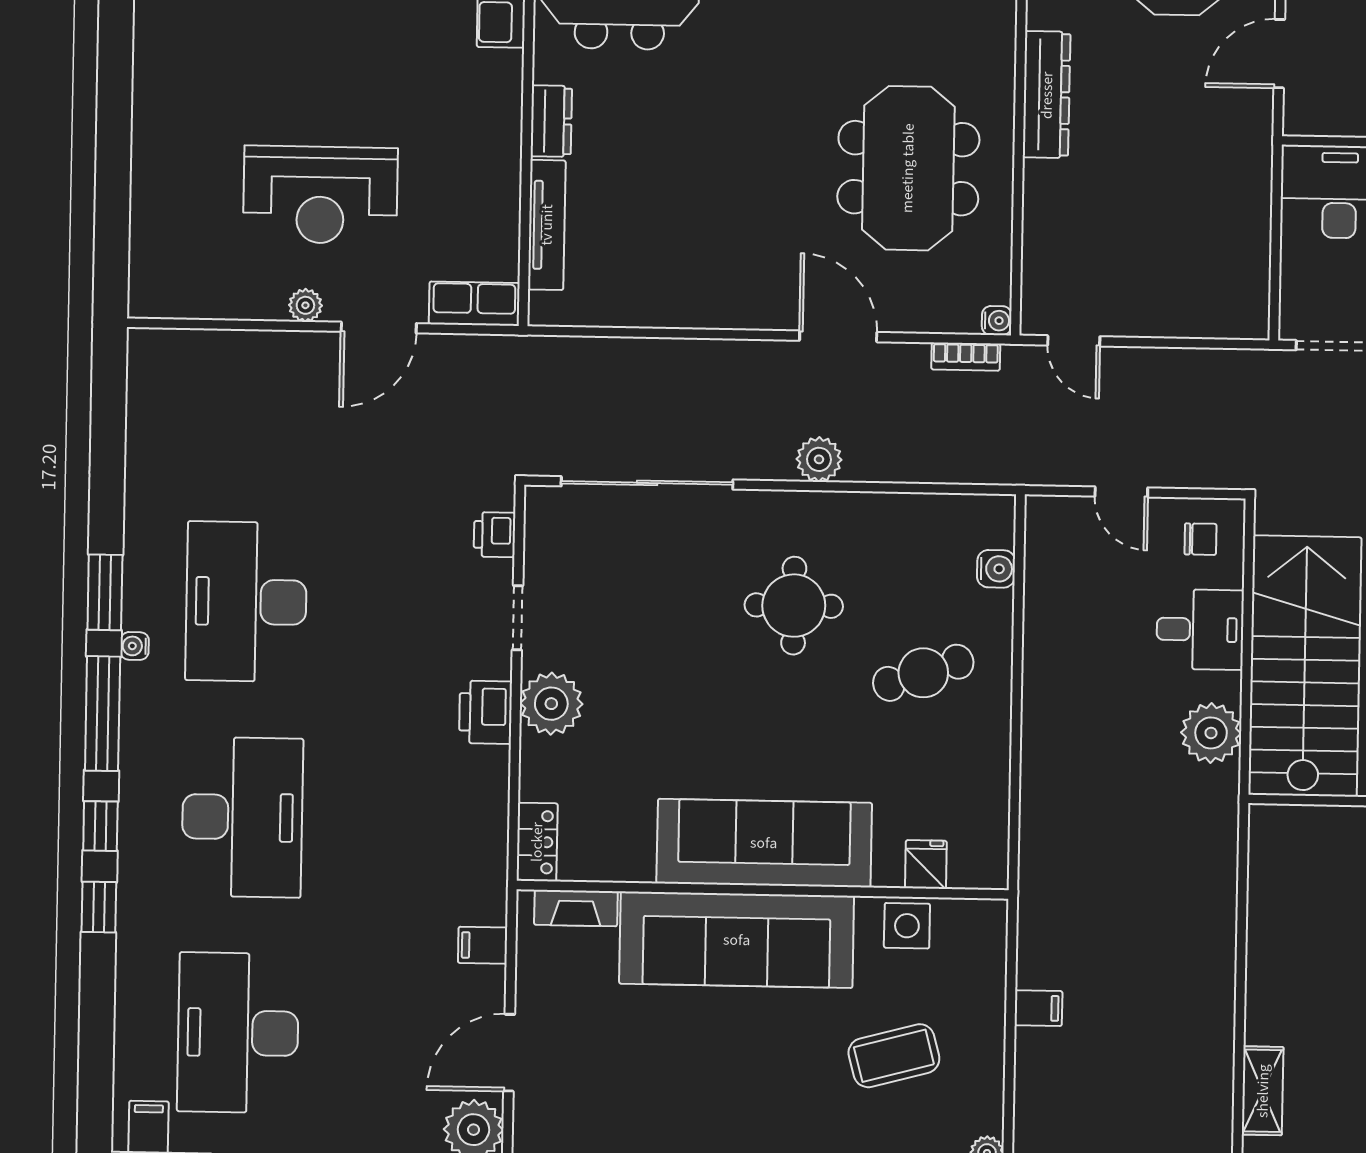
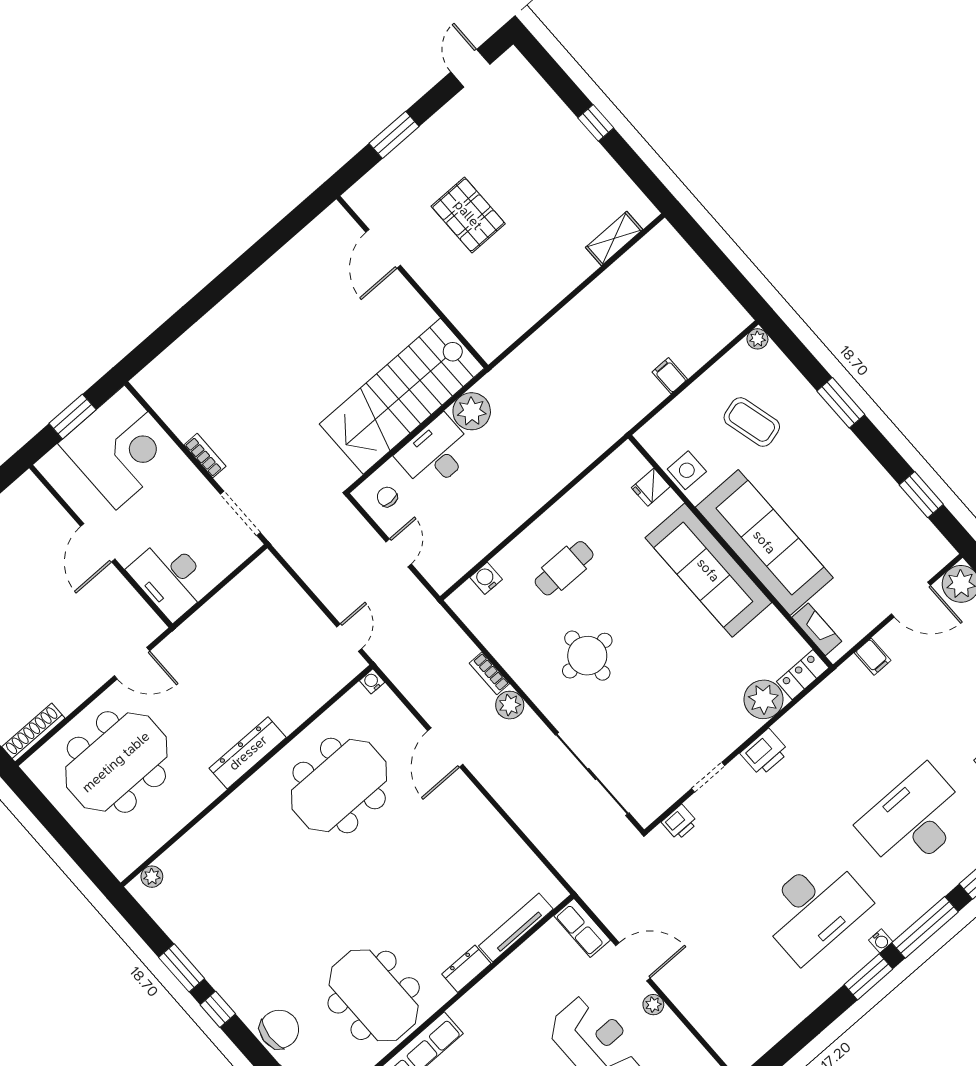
bookcase: (966, 357) -> (489, 673), moved, turned 180
desk: (1200, 629) -> (436, 453), width x1.37
cafe table: (923, 673) -> (564, 568), turned -71
plant: (551, 704) -> (764, 699), moved

